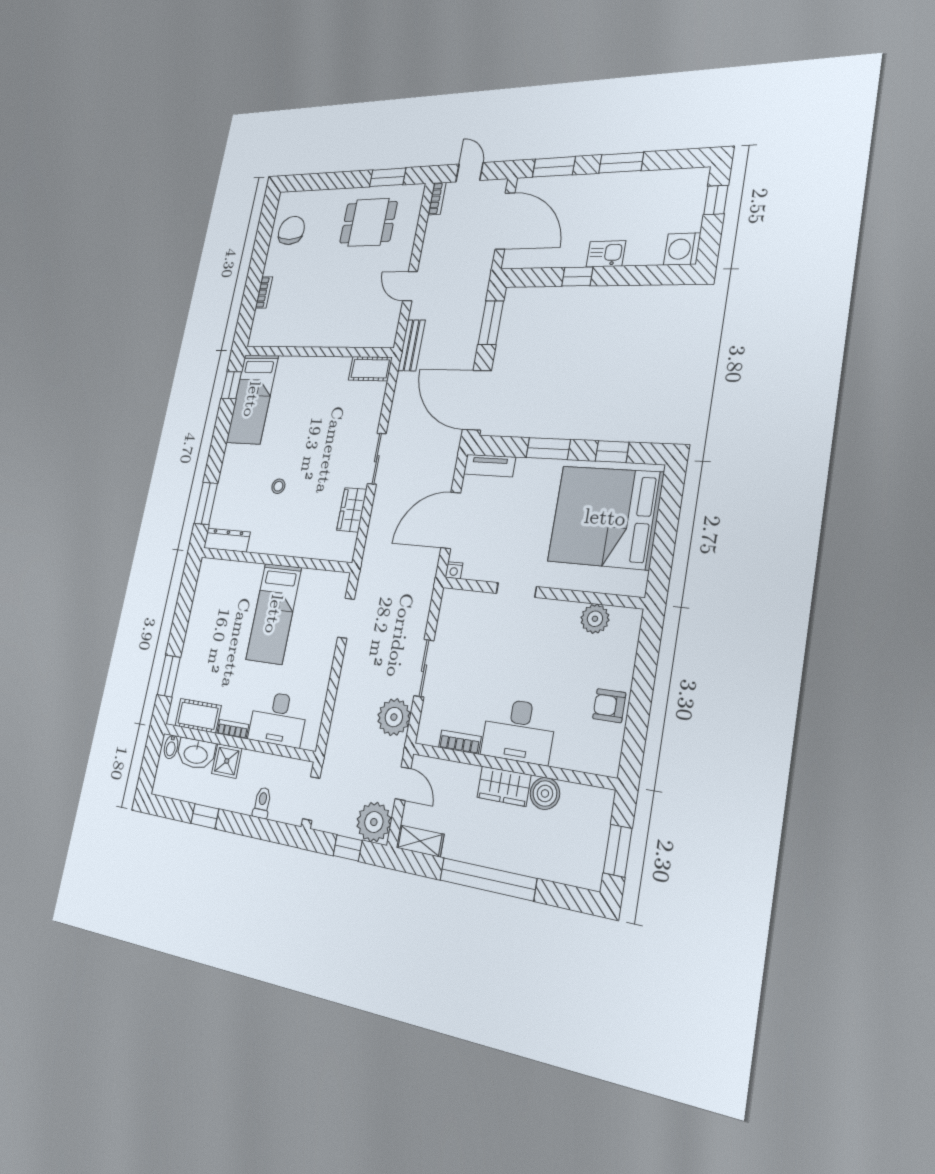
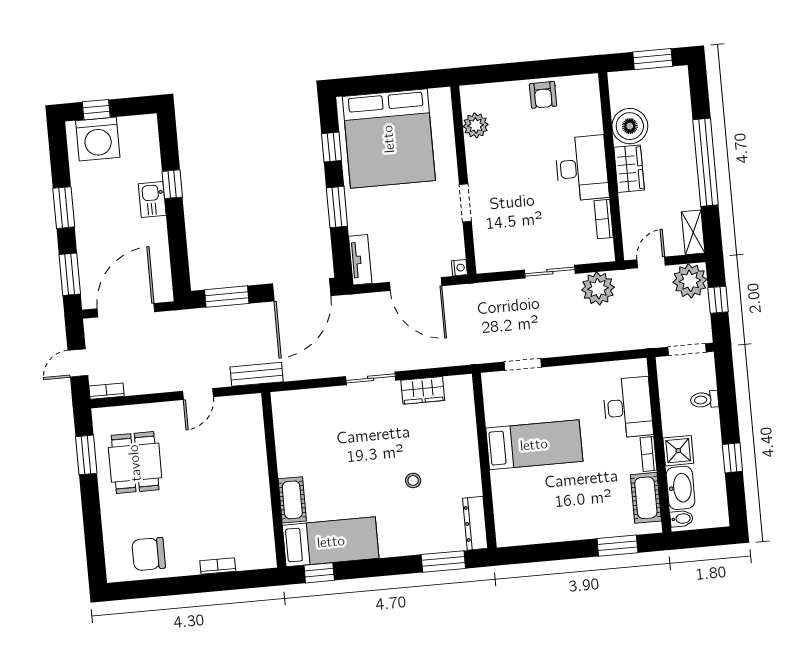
washing machine: (682, 249) -> (98, 139), moved, width x1.37, depth x1.37
window: (577, 277) -> (172, 184), moved
cot: (370, 369) -> (292, 500), moved
boiler: (545, 793) -> (630, 126), width x1.37, depth x1.37

